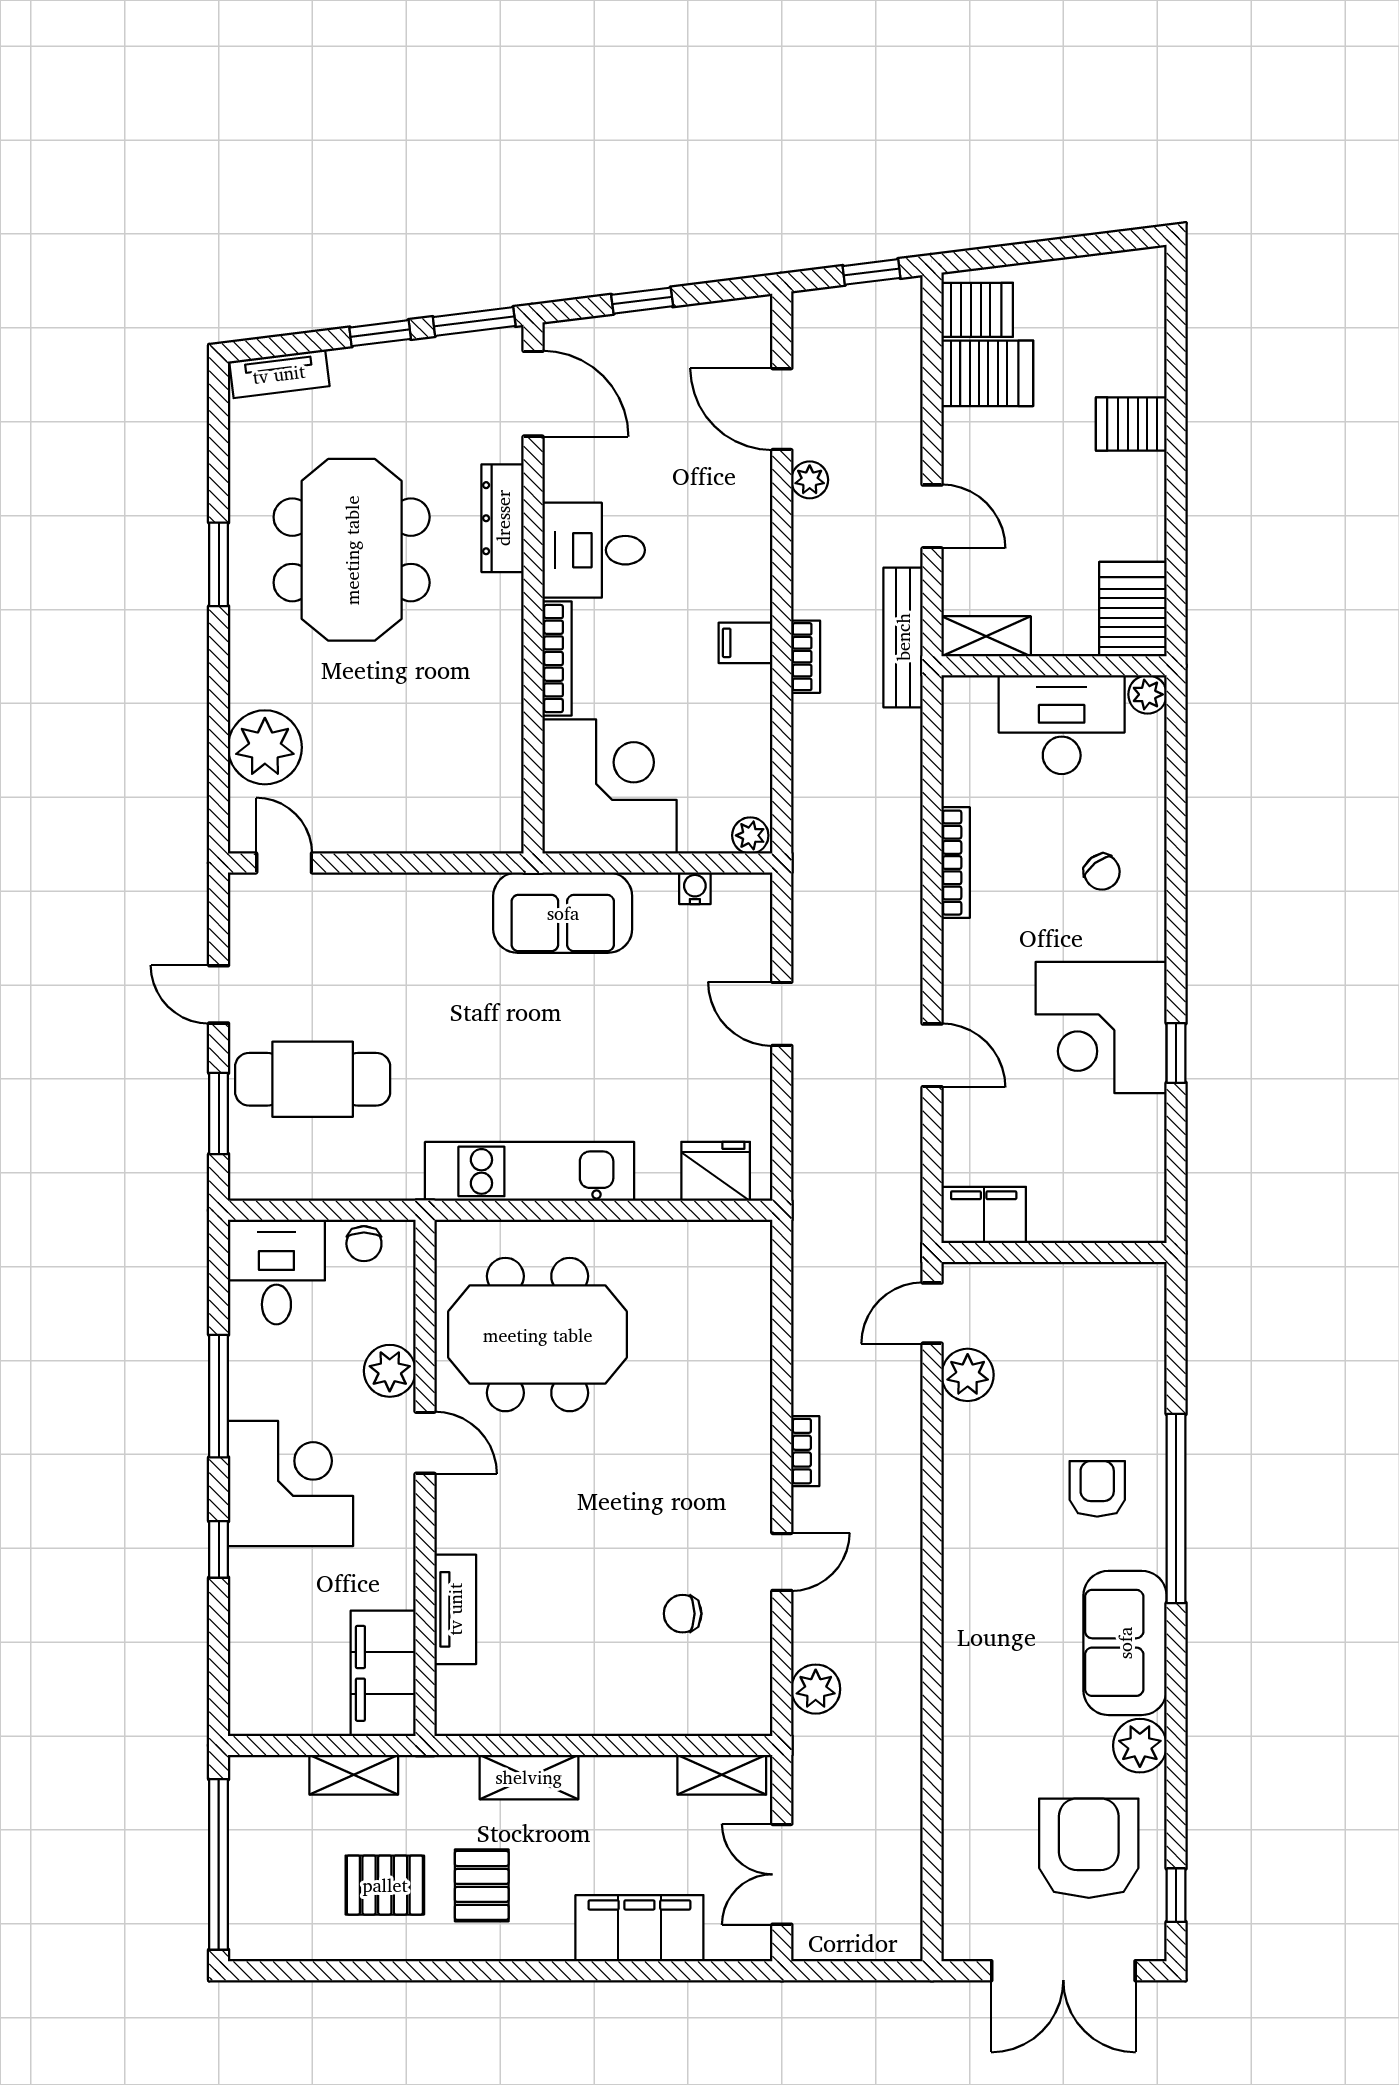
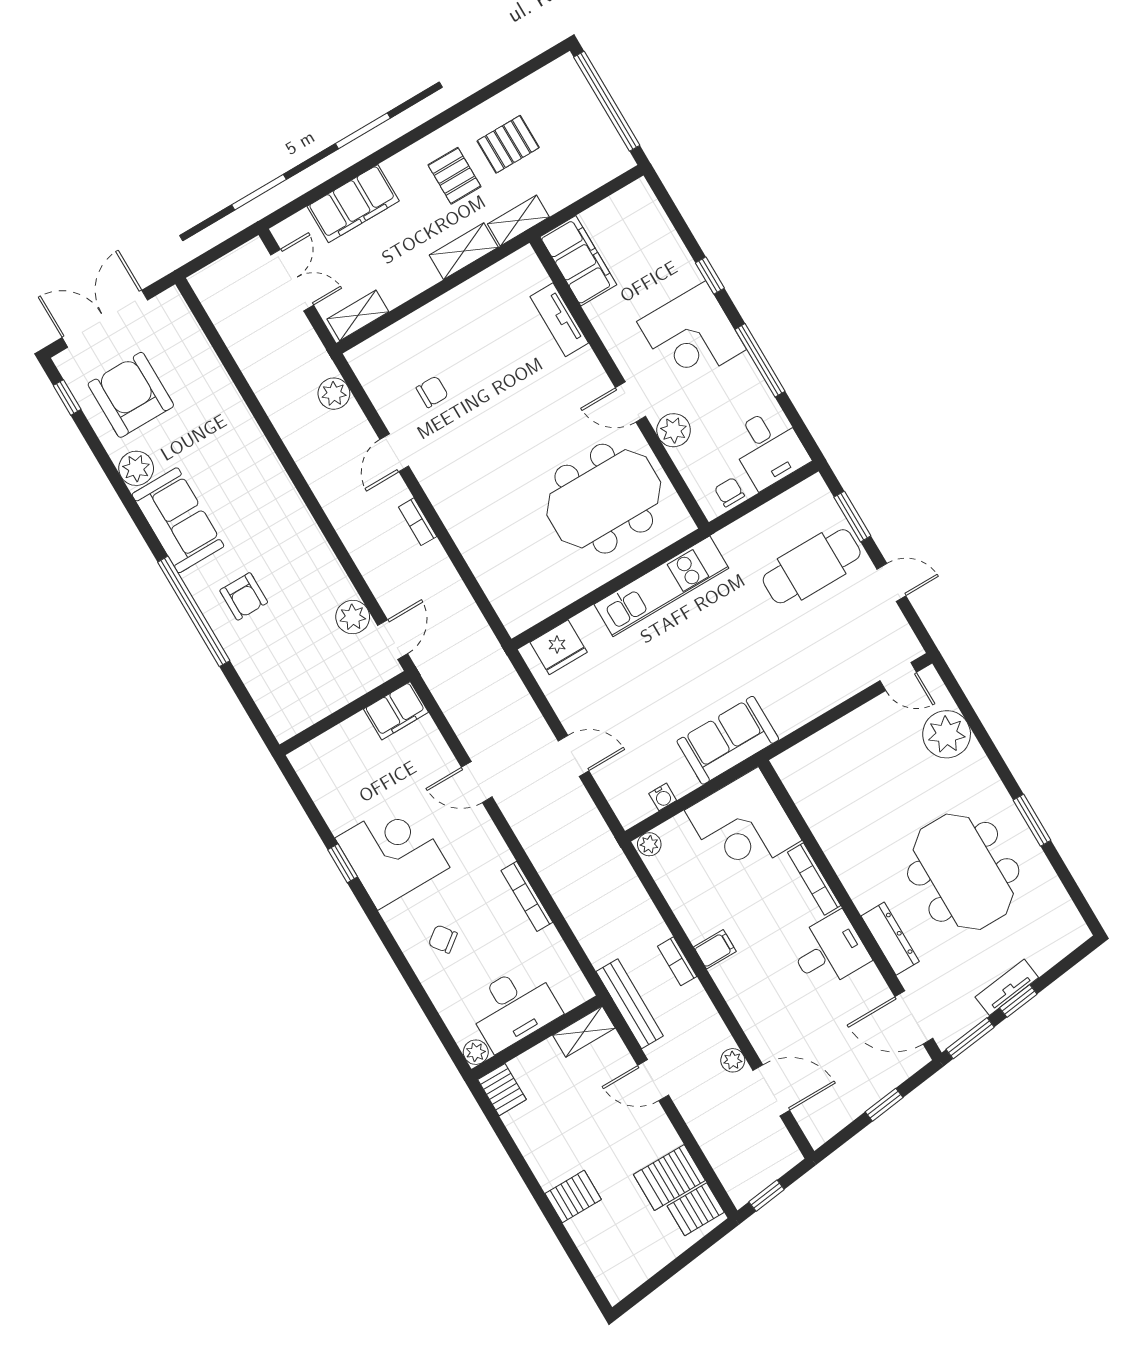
tv unit: (279, 374) -> (1007, 987), moved
server rack: (1133, 609) -> (502, 1090), width x0.73, depth x0.70
shelving: (354, 1775) -> (518, 221), moved
armchair: (1089, 1848) -> (131, 395), turned 180

